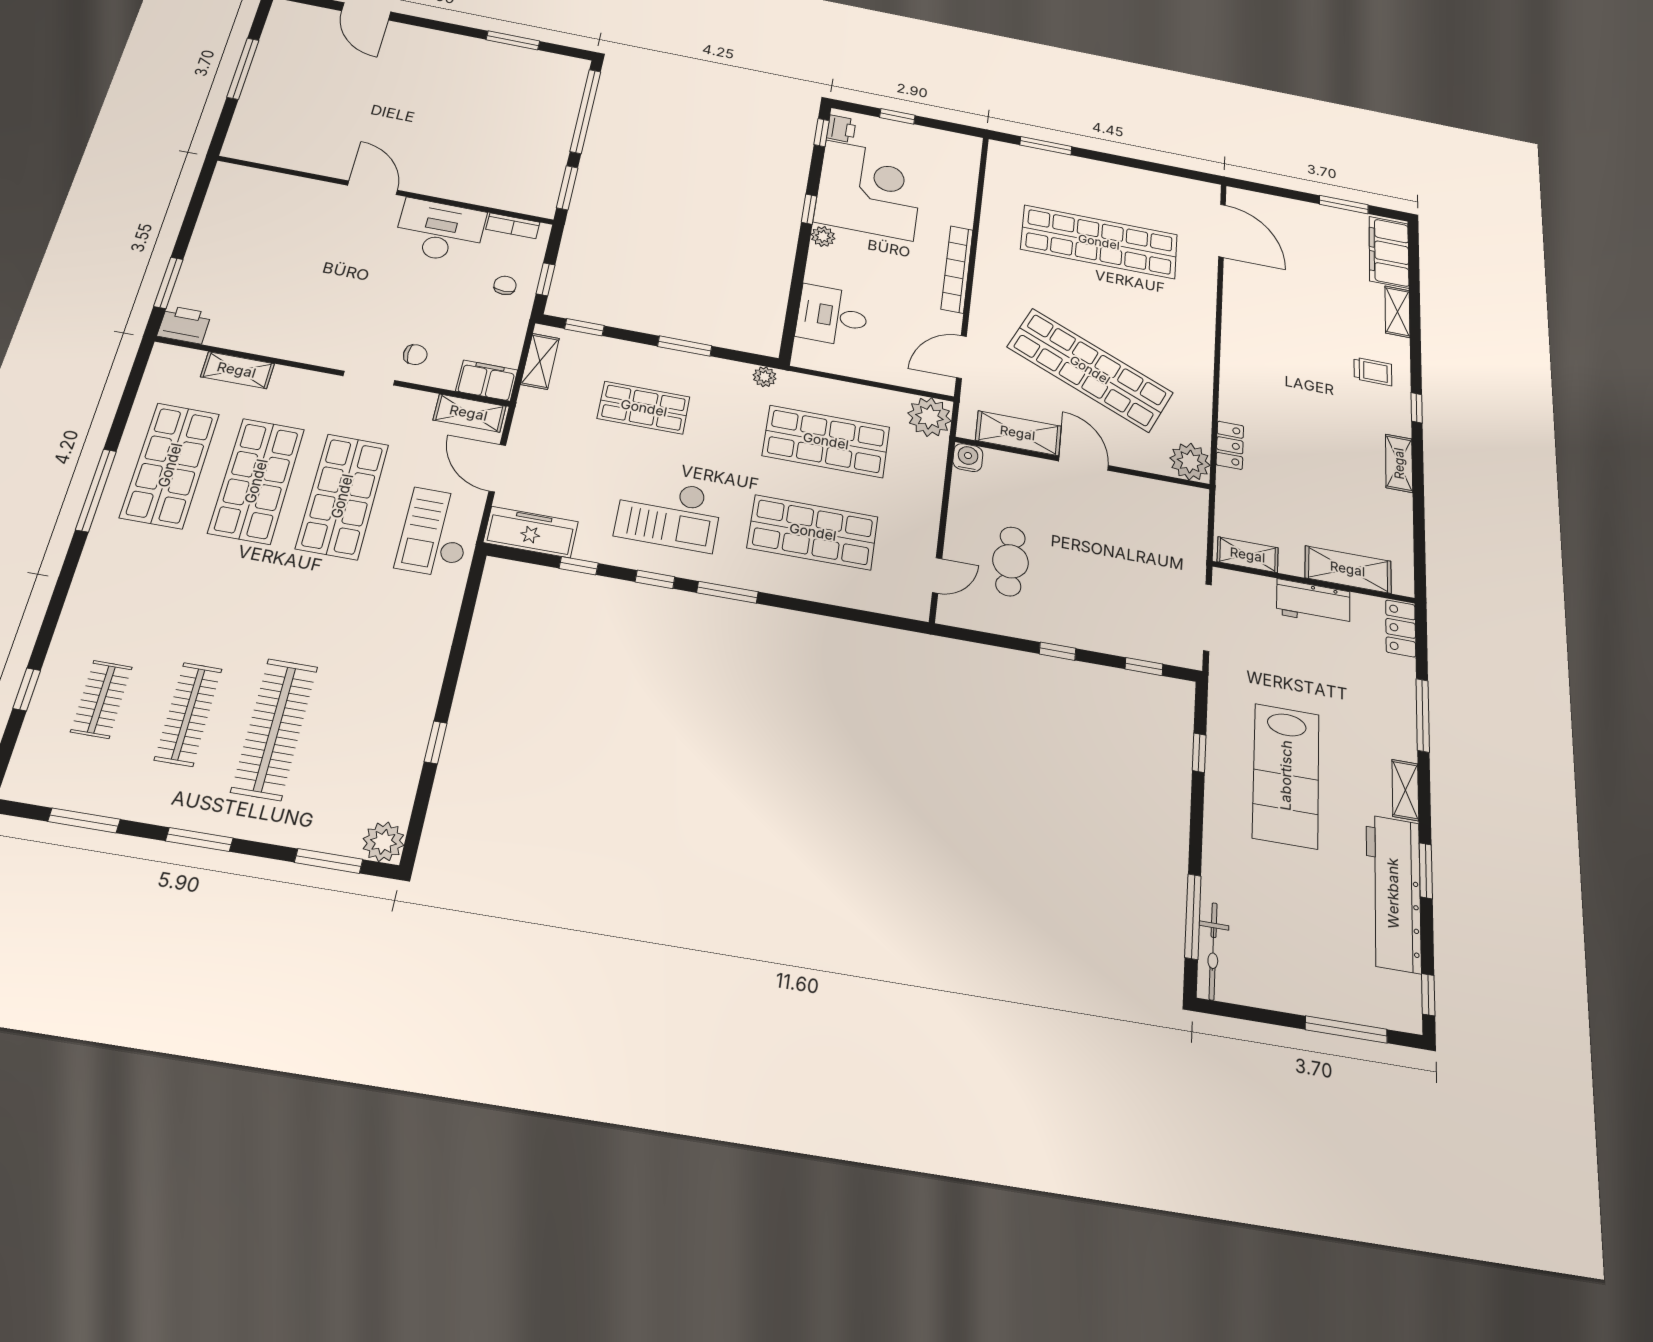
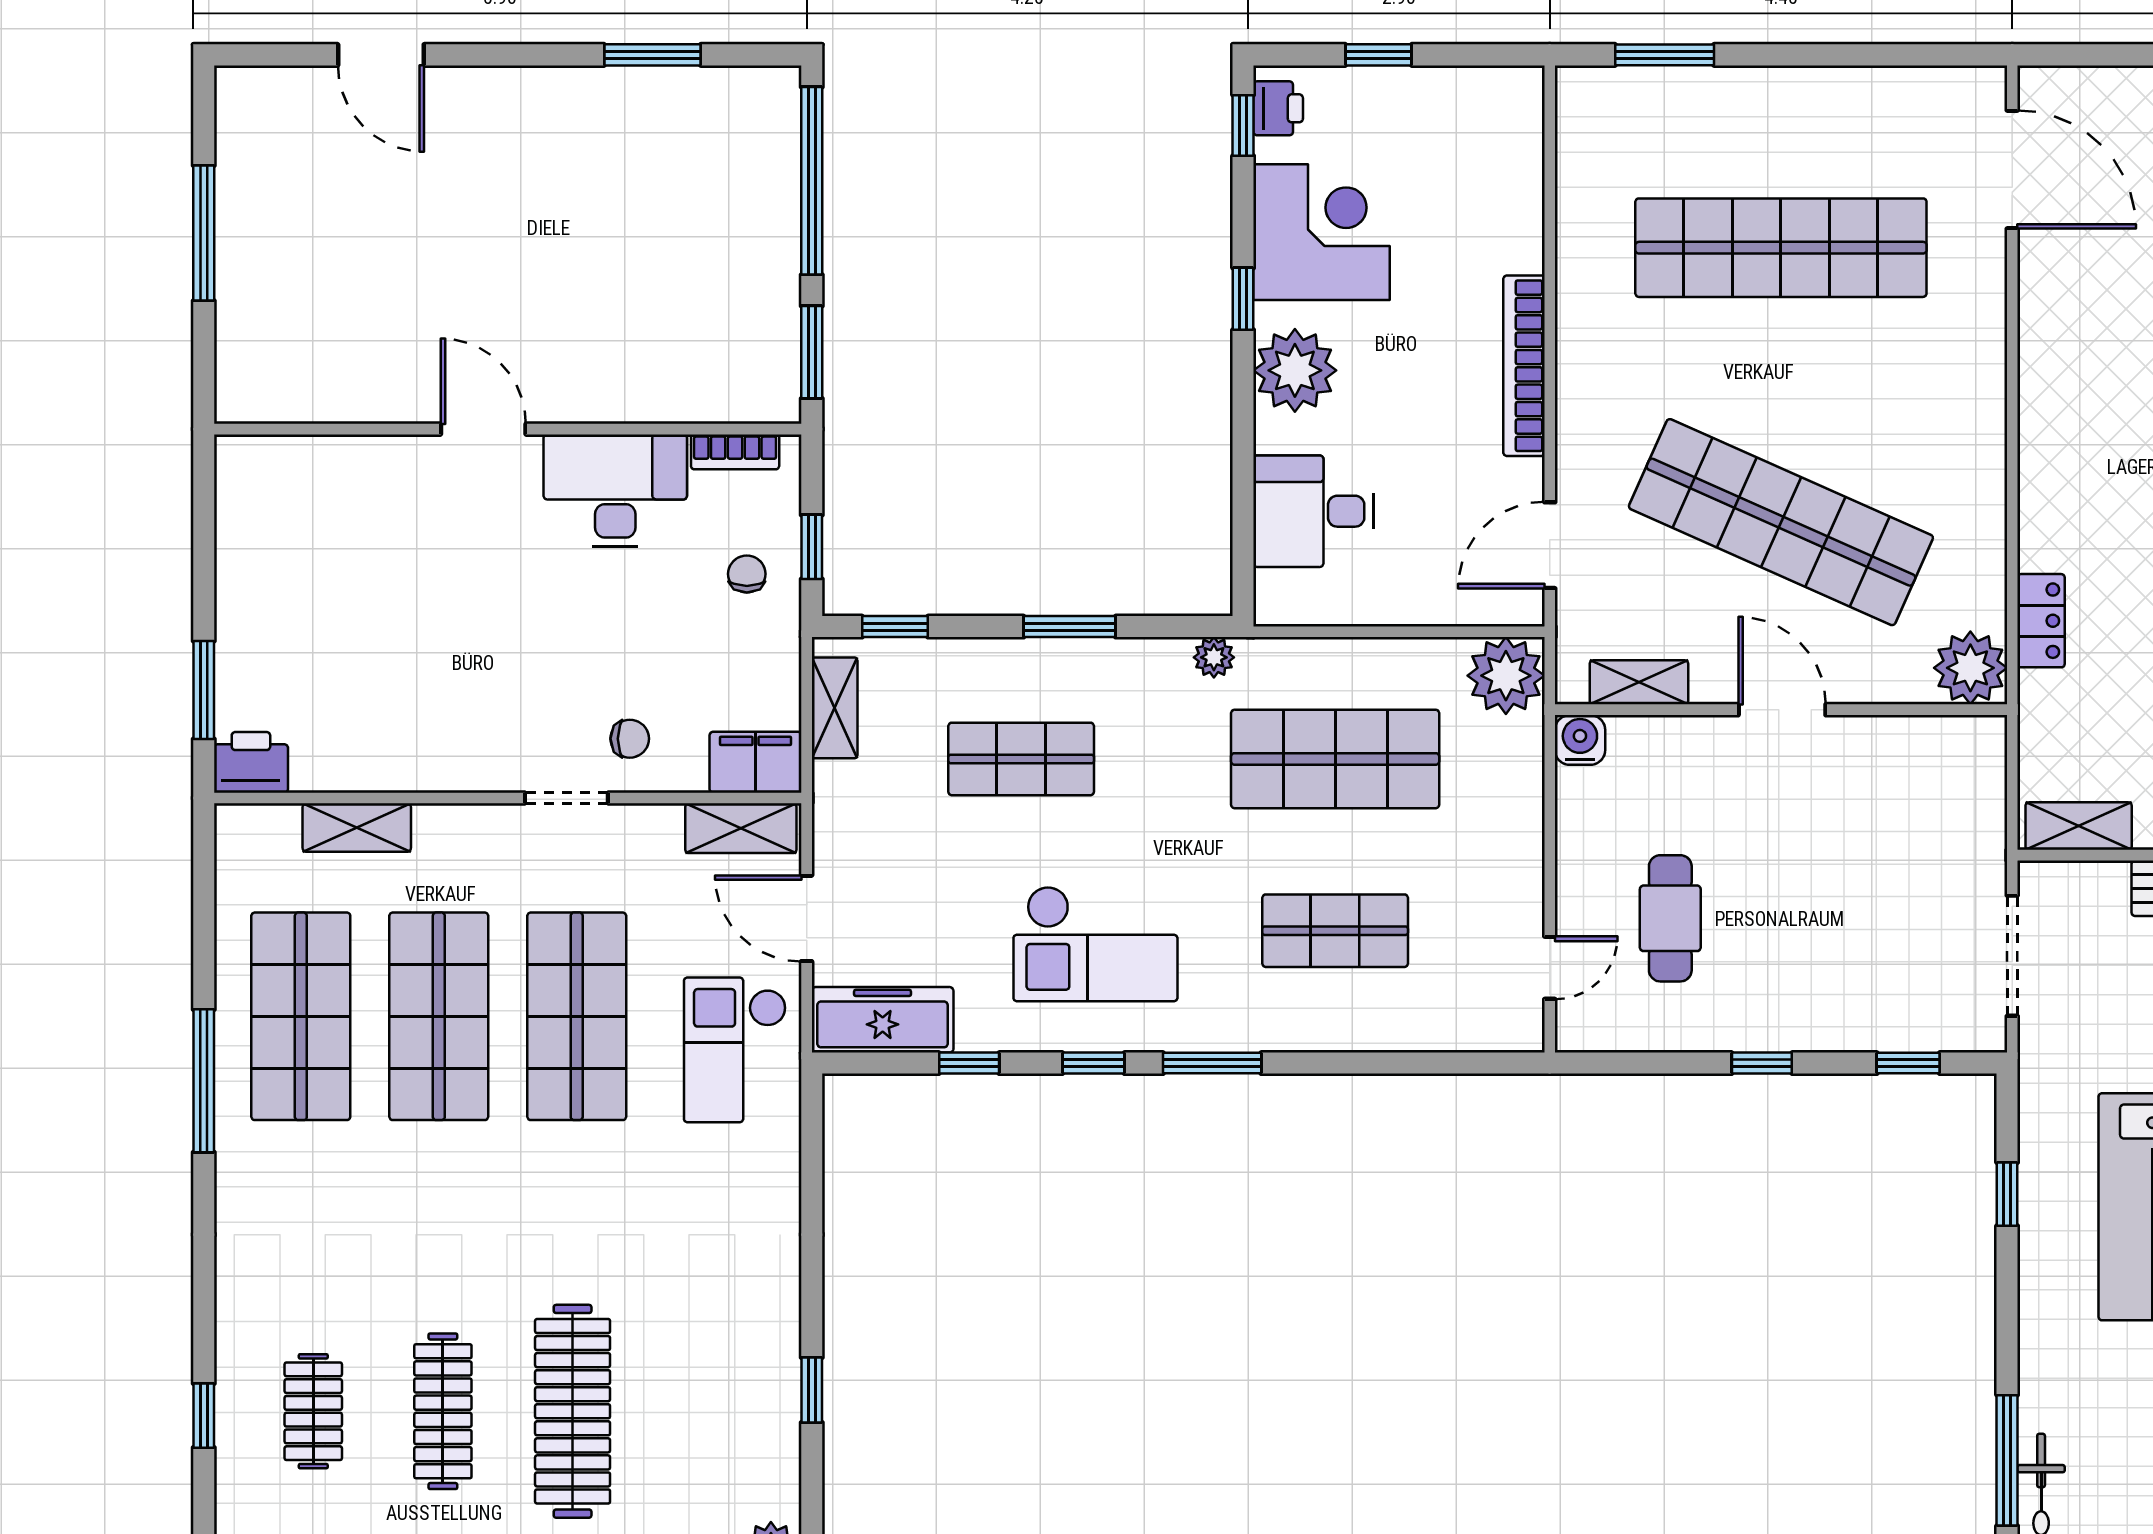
corner desk: (869, 190) -> (1322, 232), width x0.74, depth x0.74
plant: (823, 236) -> (1295, 370), width x1.88, depth x1.88
shelving: (1018, 433) -> (1639, 682), width x0.67, depth x0.75
shop shelf: (813, 532) -> (1335, 931), width x0.70, depth x0.74

